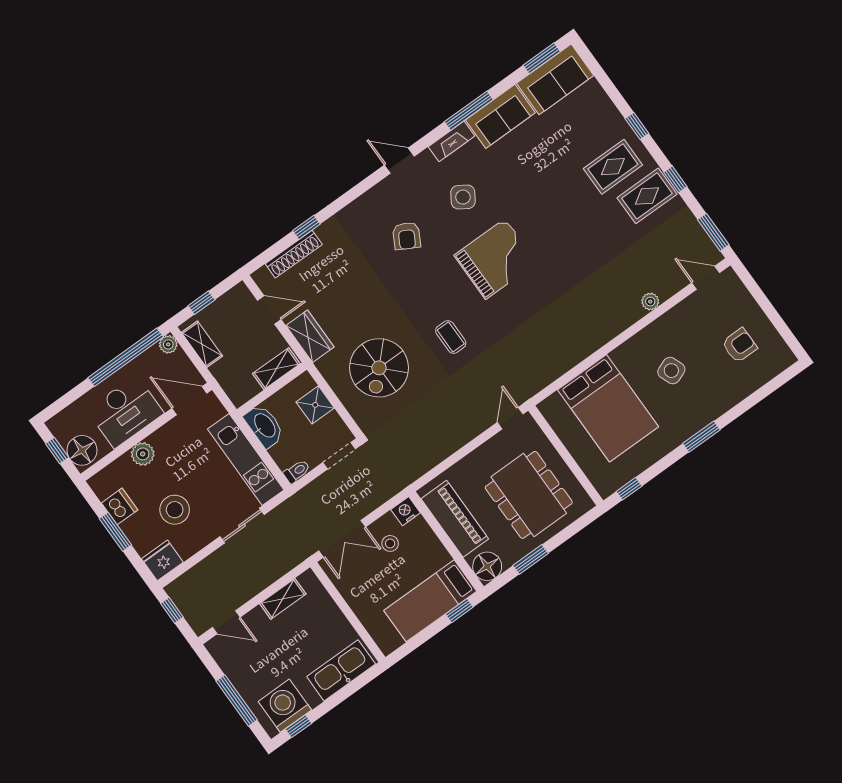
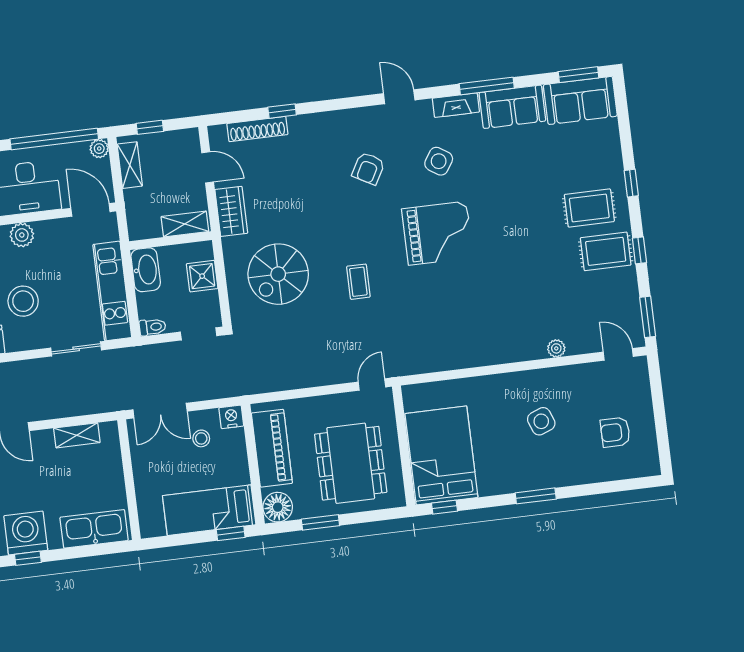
armchair: (739, 345) -> (615, 432), turned 180
bed: (608, 408) -> (441, 456), moved, turned 180

